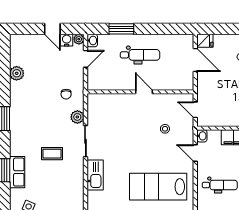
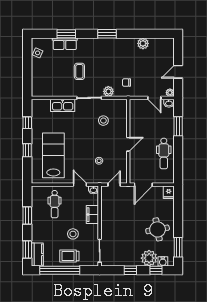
water cooler: (67, 40) -> (169, 83), removed
dental chair: (140, 55) -> (164, 154), moved
door: (195, 60) -> (143, 185), moved
stool: (114, 123) -> (103, 121), added
door: (195, 153) -> (80, 185), hinge flipped

